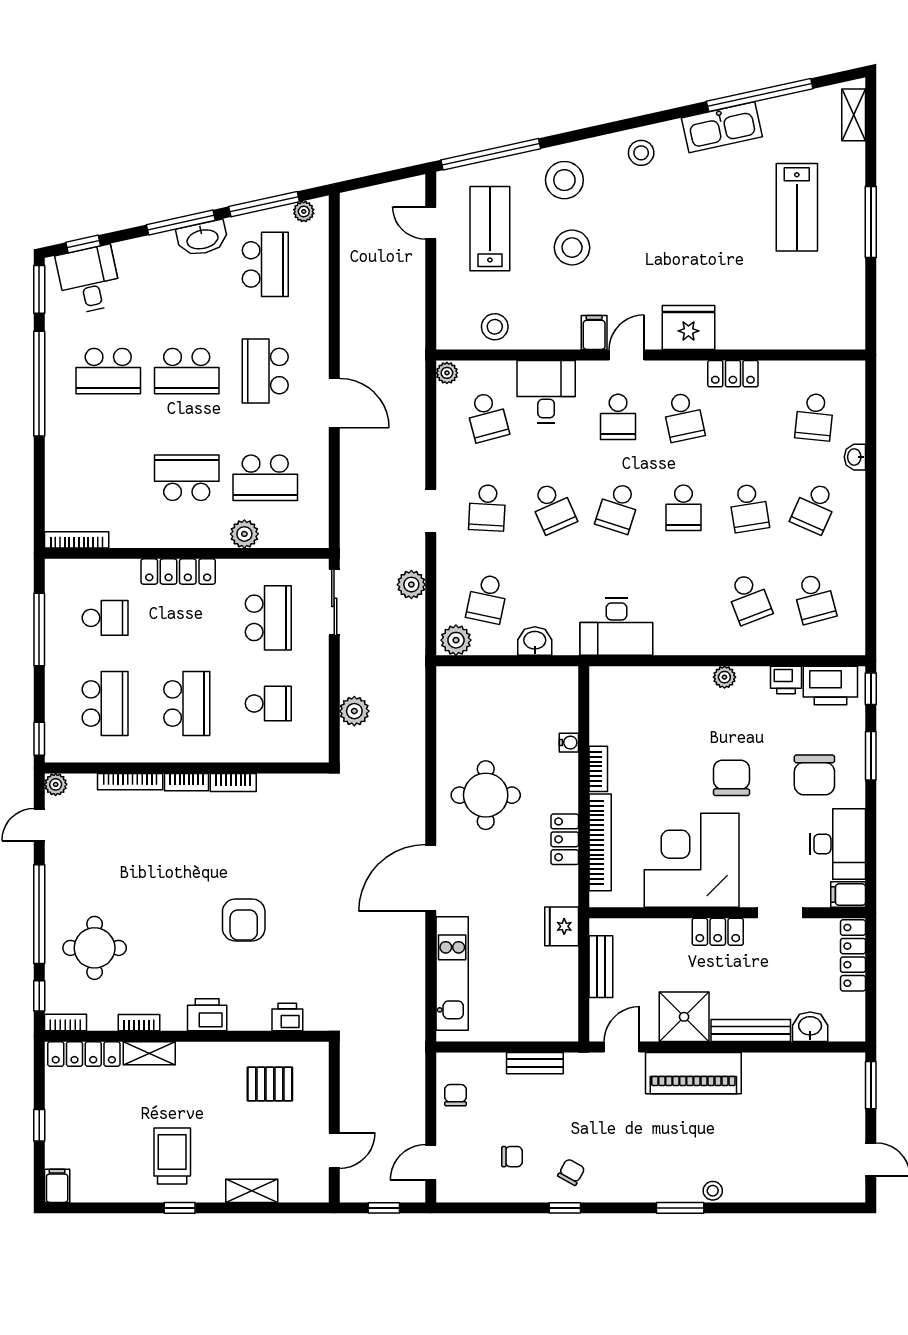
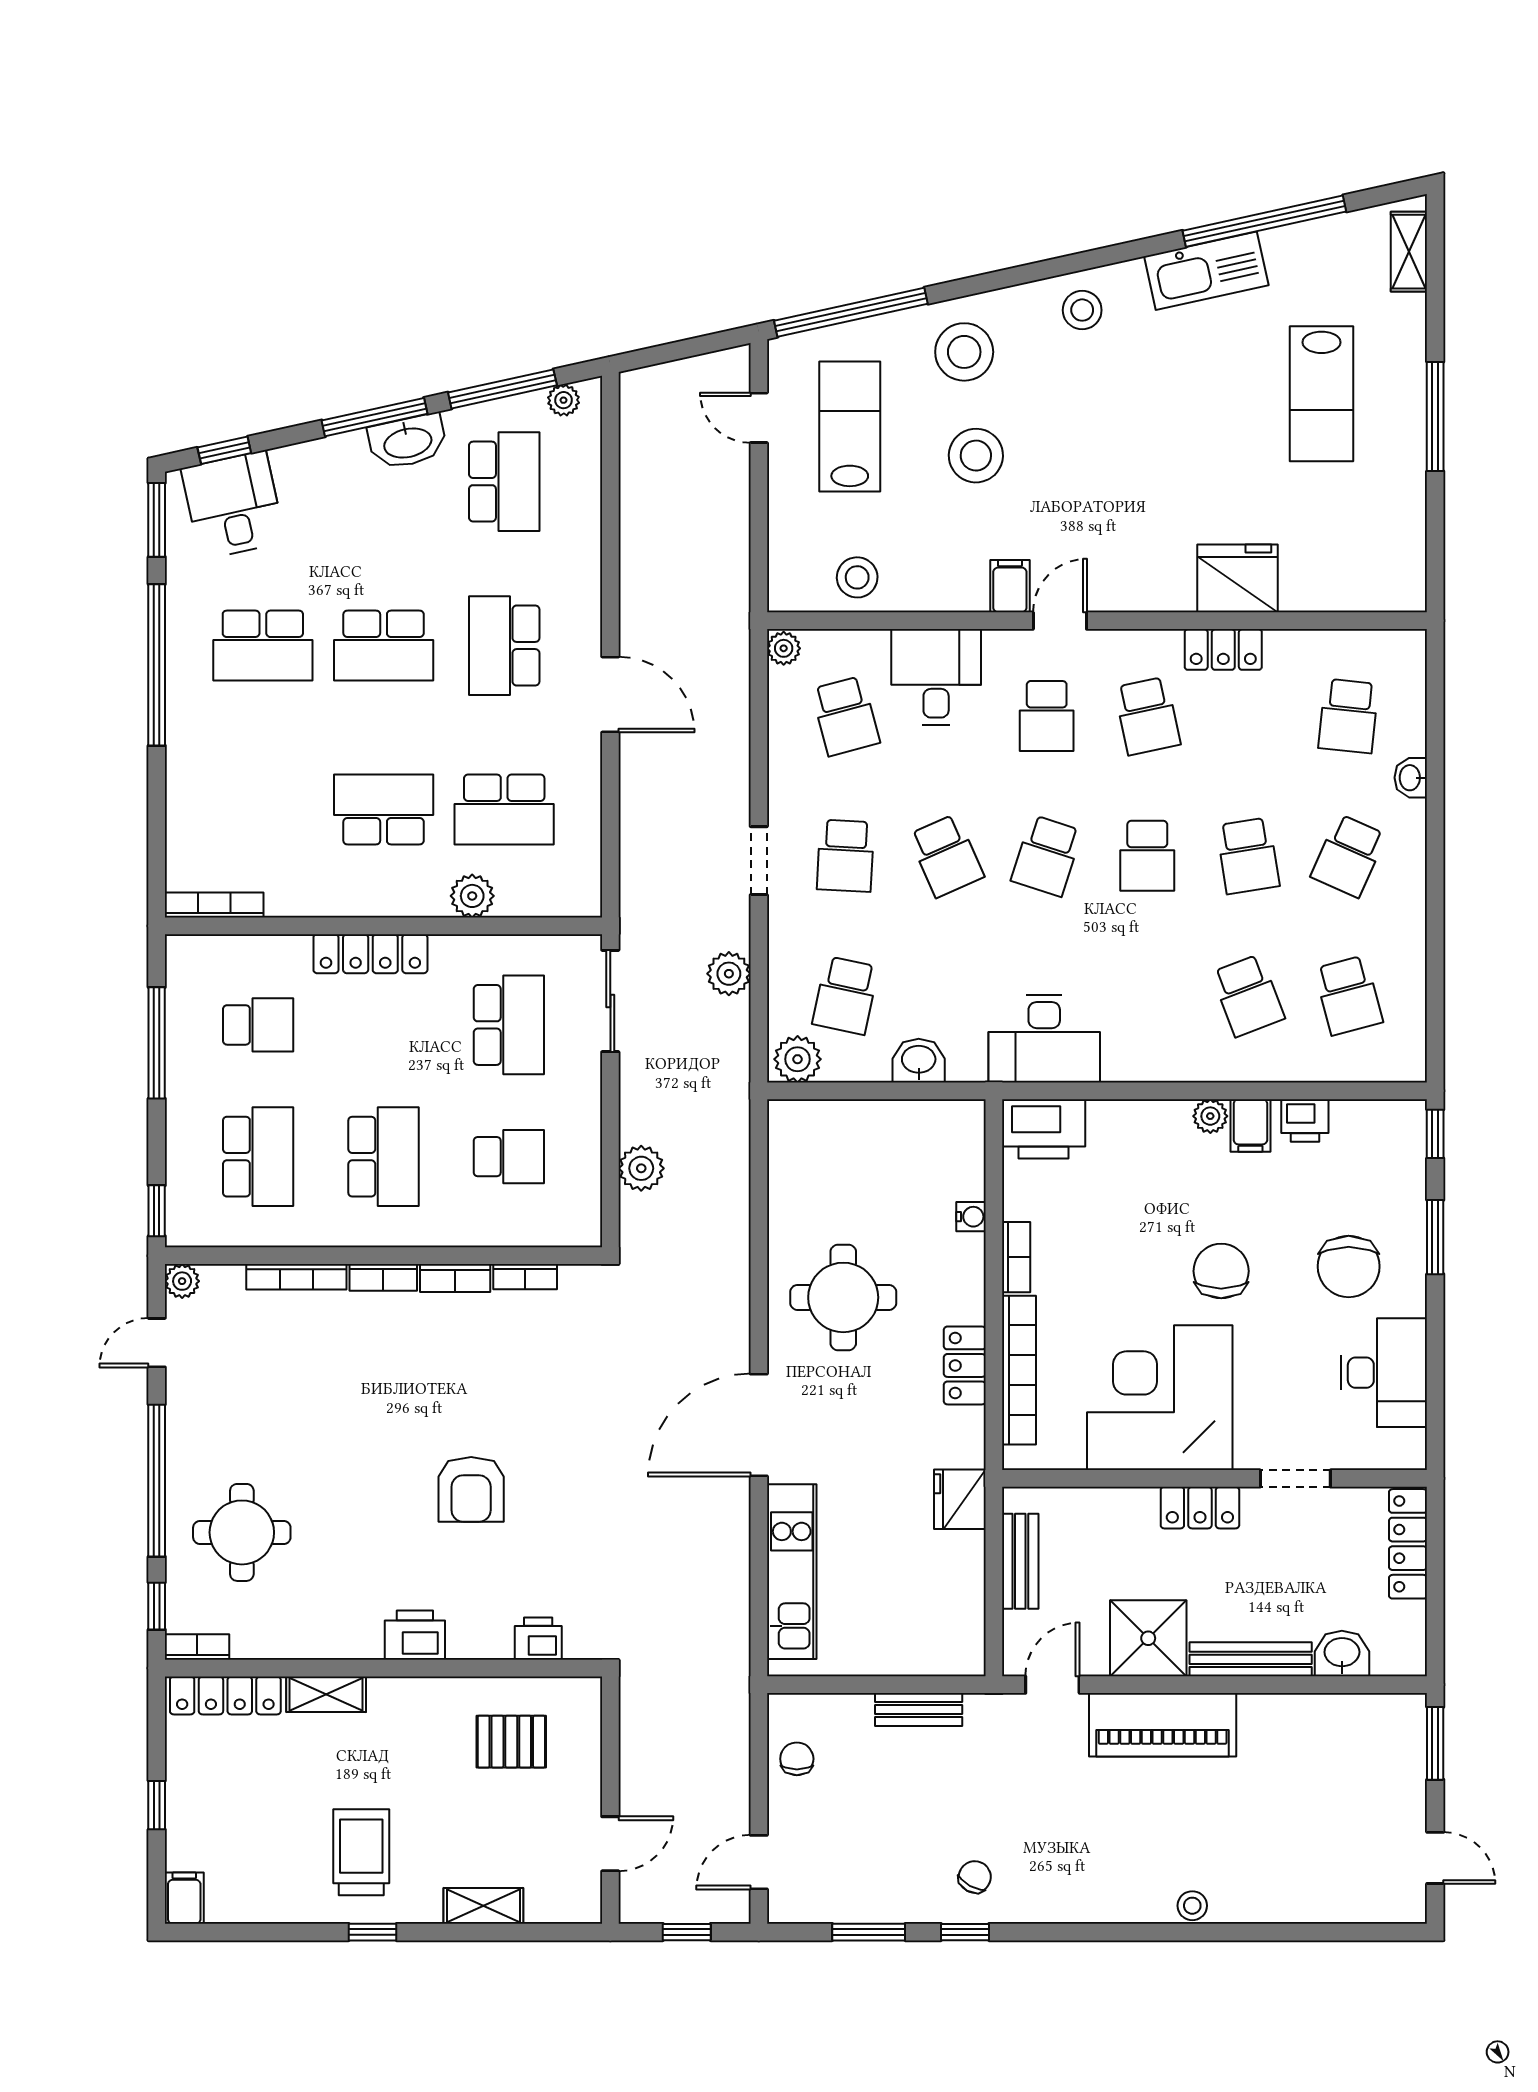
fridge: (688, 327) -> (1238, 578), moved
printer: (830, 685) -> (1044, 1129), moved
filing cabinet: (848, 895) -> (1250, 1125), moved, turned -90
bookcase: (139, 1023) -> (525, 1277), moved, turned 180
chair: (512, 1157) -> (884, 1853), removed
window: (680, 1208) -> (869, 1932), moved

